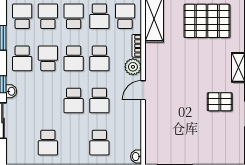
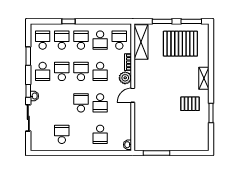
school desk: (74, 58) -> (81, 71), turned 180
school desk: (74, 100) -> (81, 103), turned 180
school desk: (48, 143) -> (62, 134), turned 180

